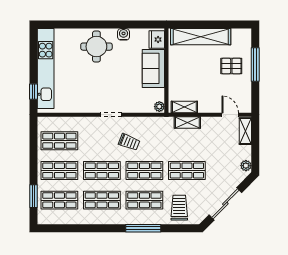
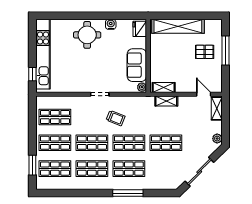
sofa: (153, 68) -> (137, 65), moved
trolley: (179, 208) -> (159, 175), removed

